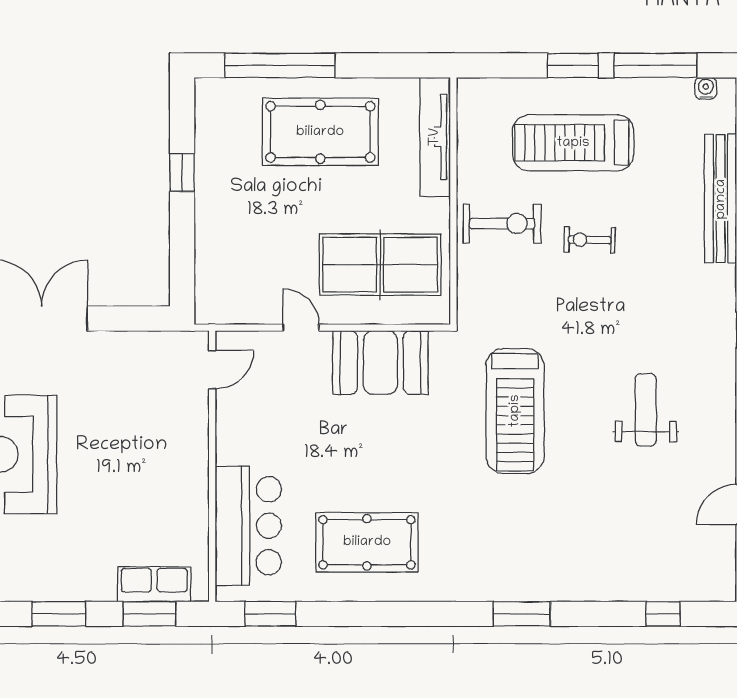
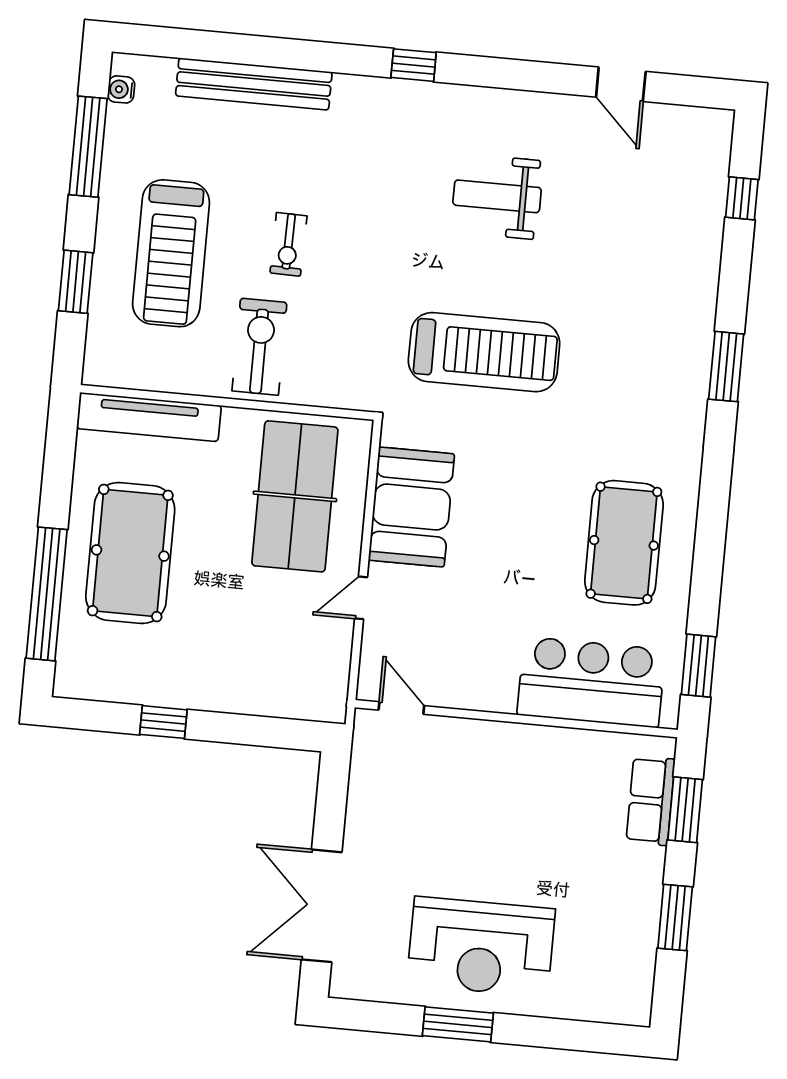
window: (573, 65) -> (76, 282), moved

